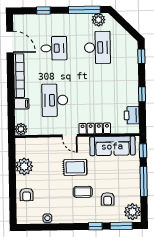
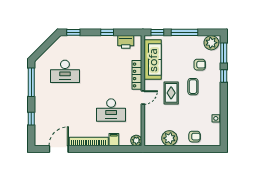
plant: (98, 20) -> (40, 70), removed
desk: (97, 47) -> (65, 71), turned 180
desk: (54, 48) -> (65, 110), removed

